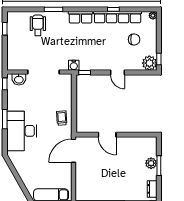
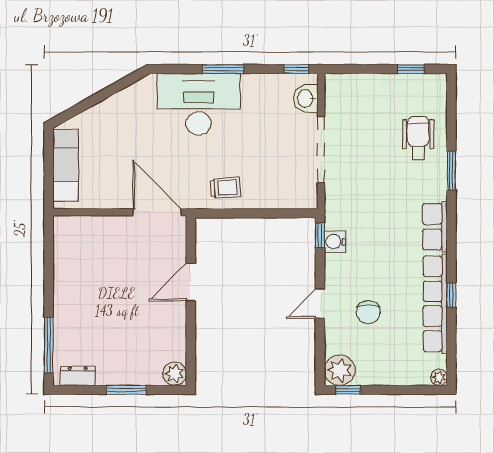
wheelchair: (38, 25) -> (418, 138), turned -90
chair: (134, 39) -> (368, 312), moved
water cooler: (74, 65) -> (335, 242), moved
plant: (151, 163) -> (175, 374), moved

